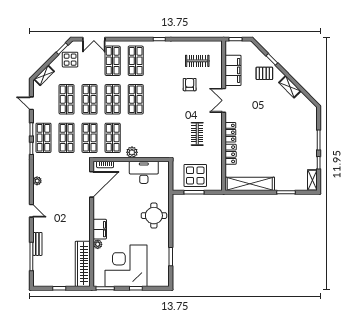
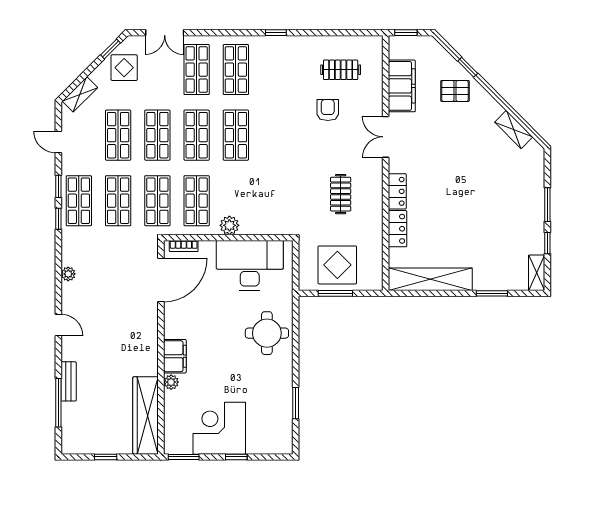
shelving: (290, 87) -> (514, 129), moved
desk: (144, 172) -> (250, 265), width x1.36, depth x1.30
corner desk: (126, 266) -> (219, 428), width x0.74, depth x0.74

